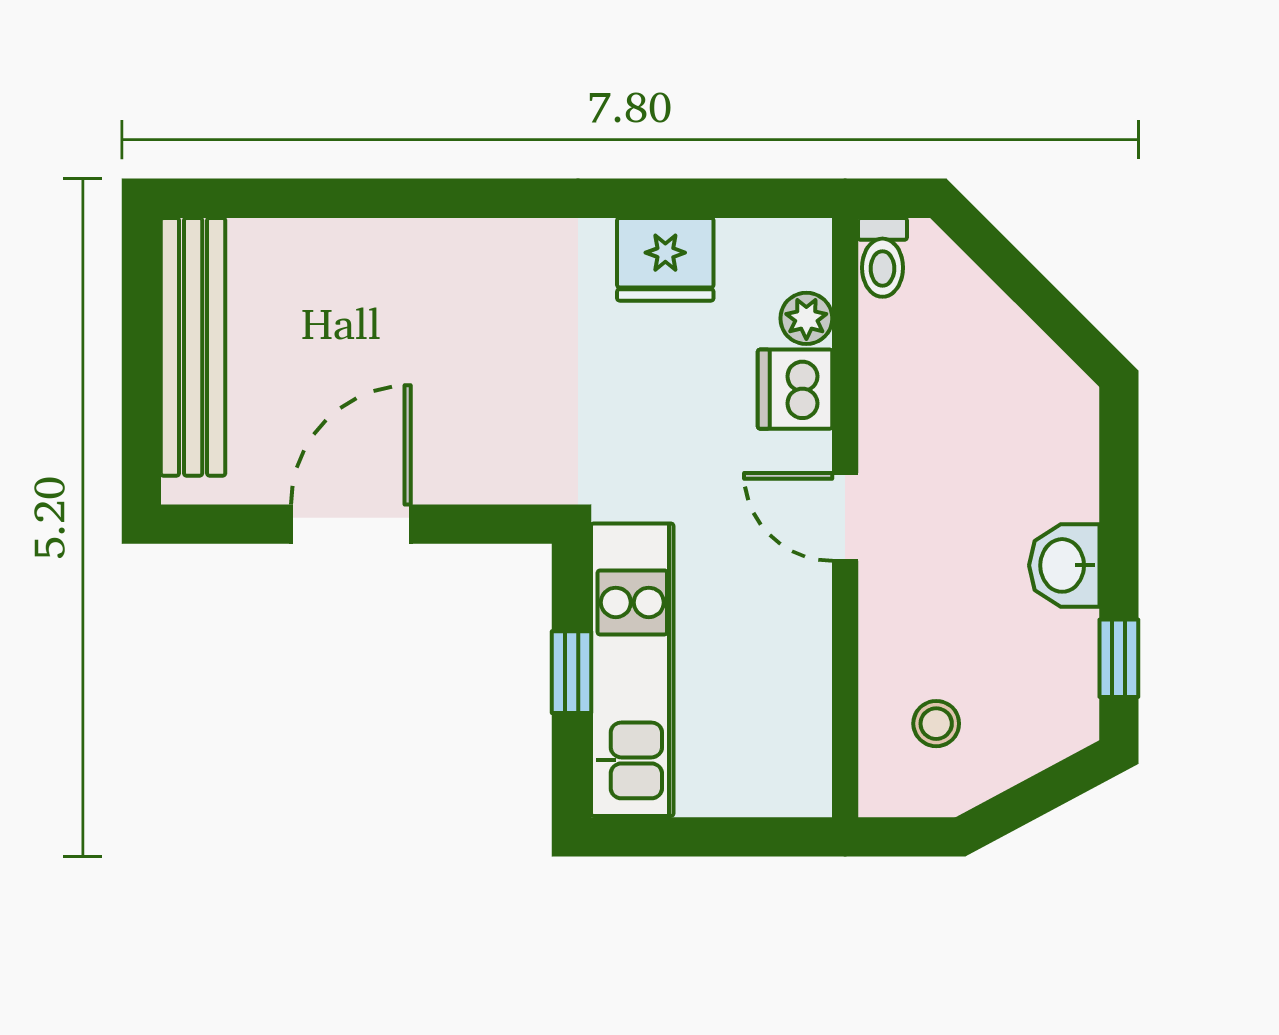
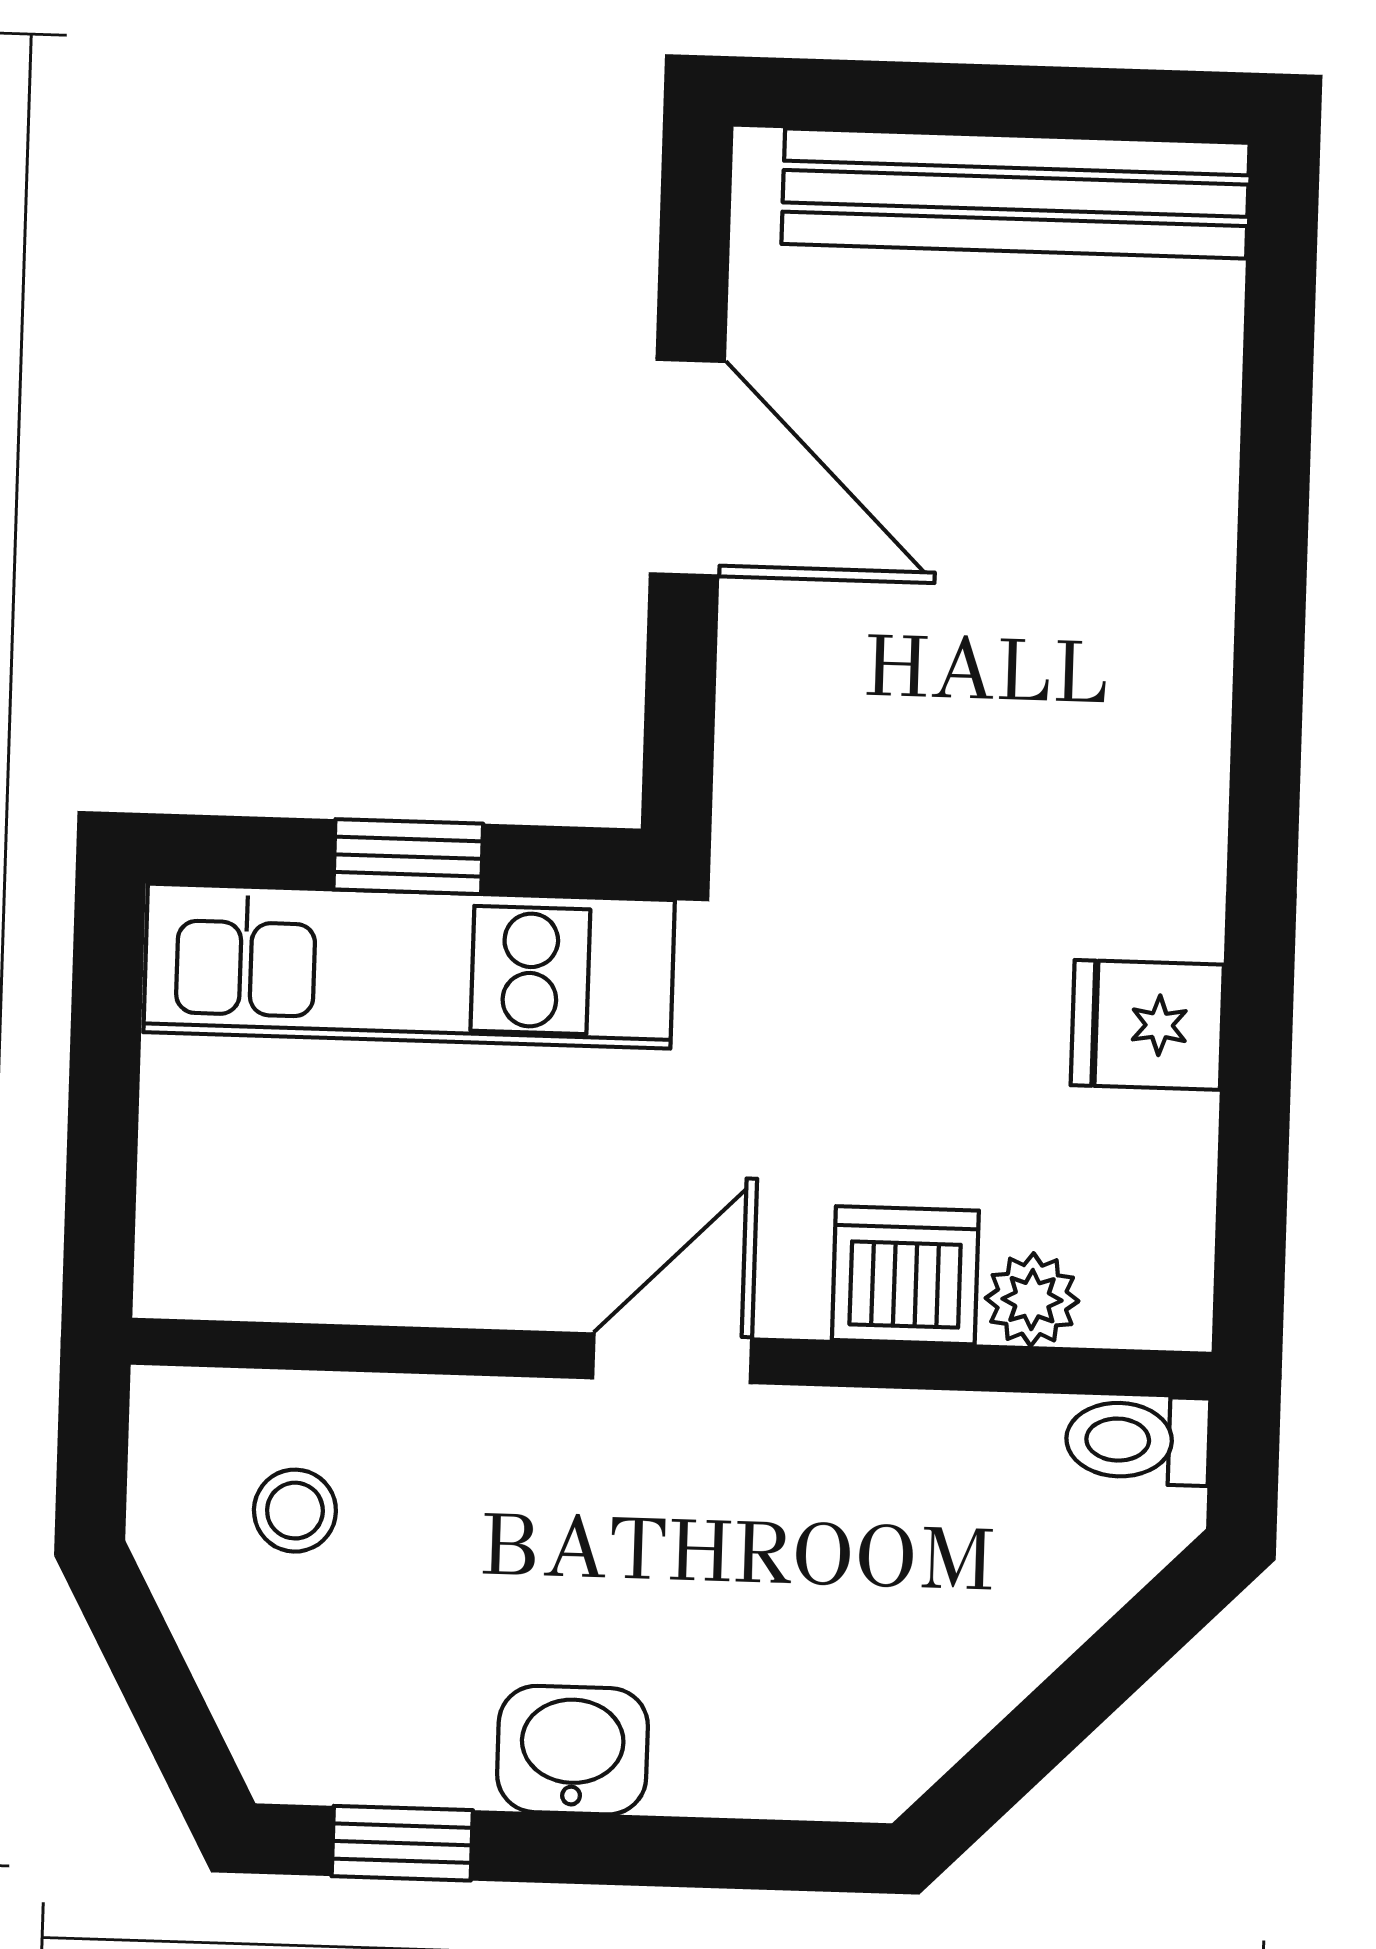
fridge: (665, 259) -> (1147, 1025), width x0.72

